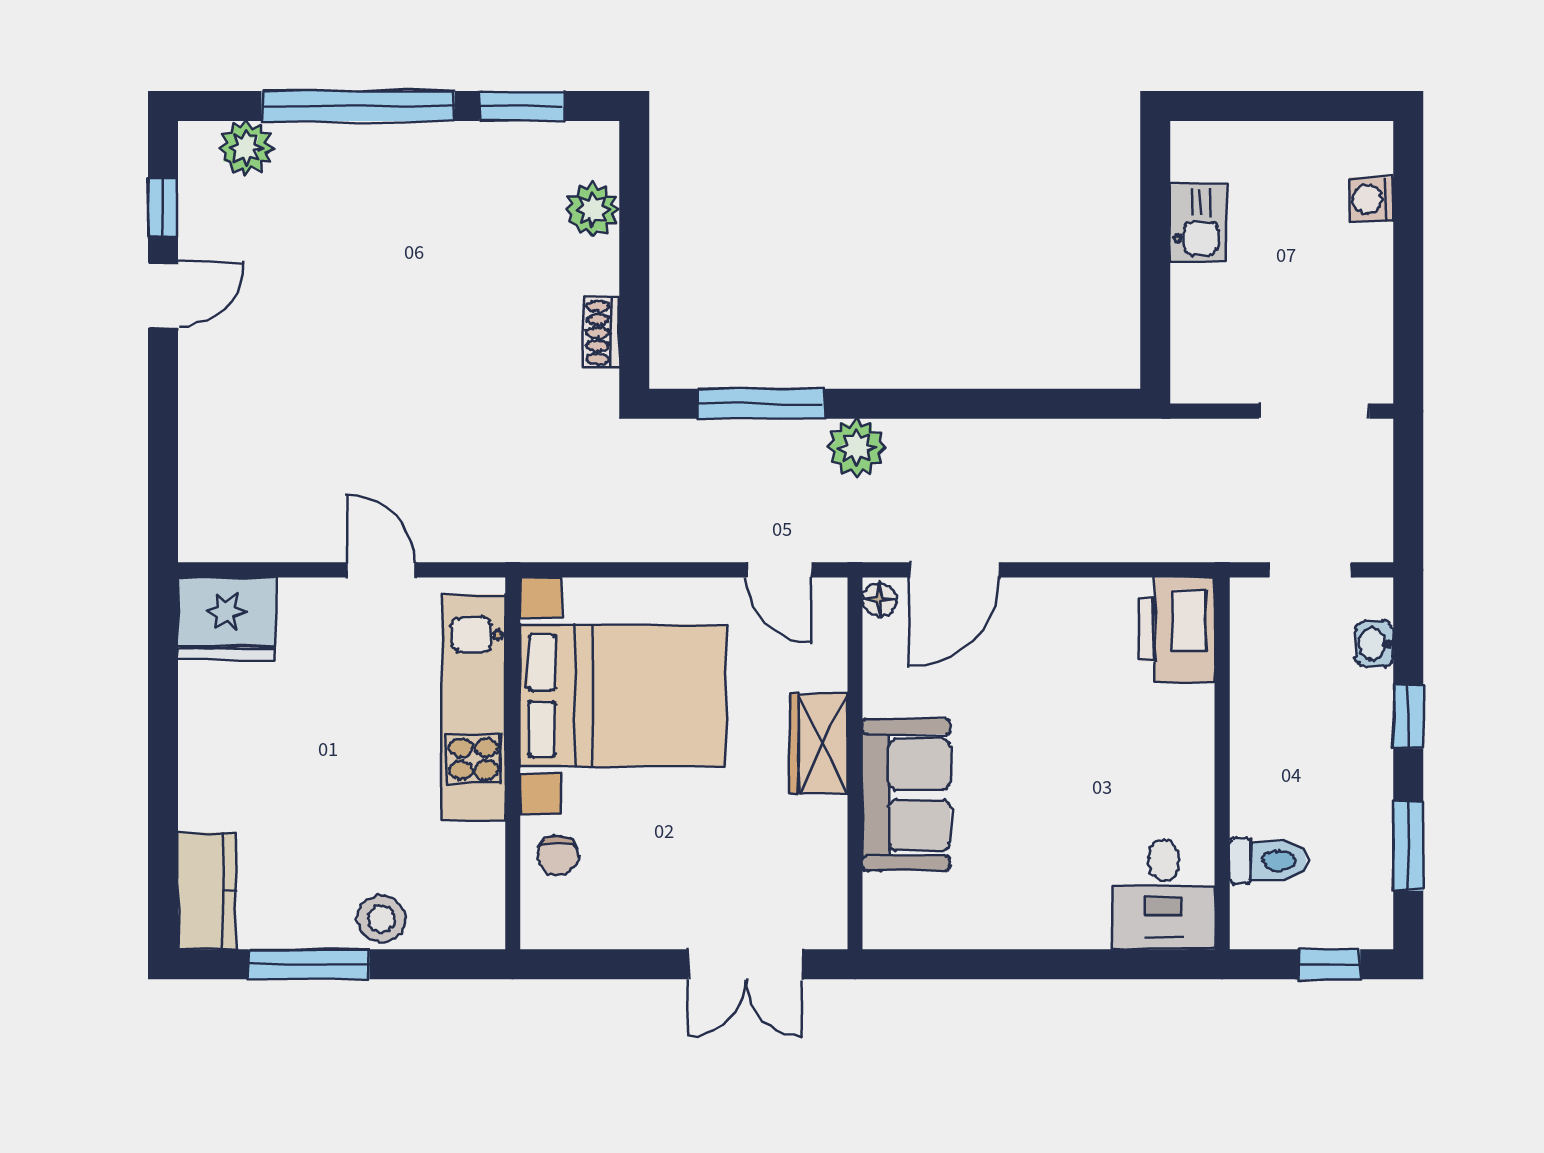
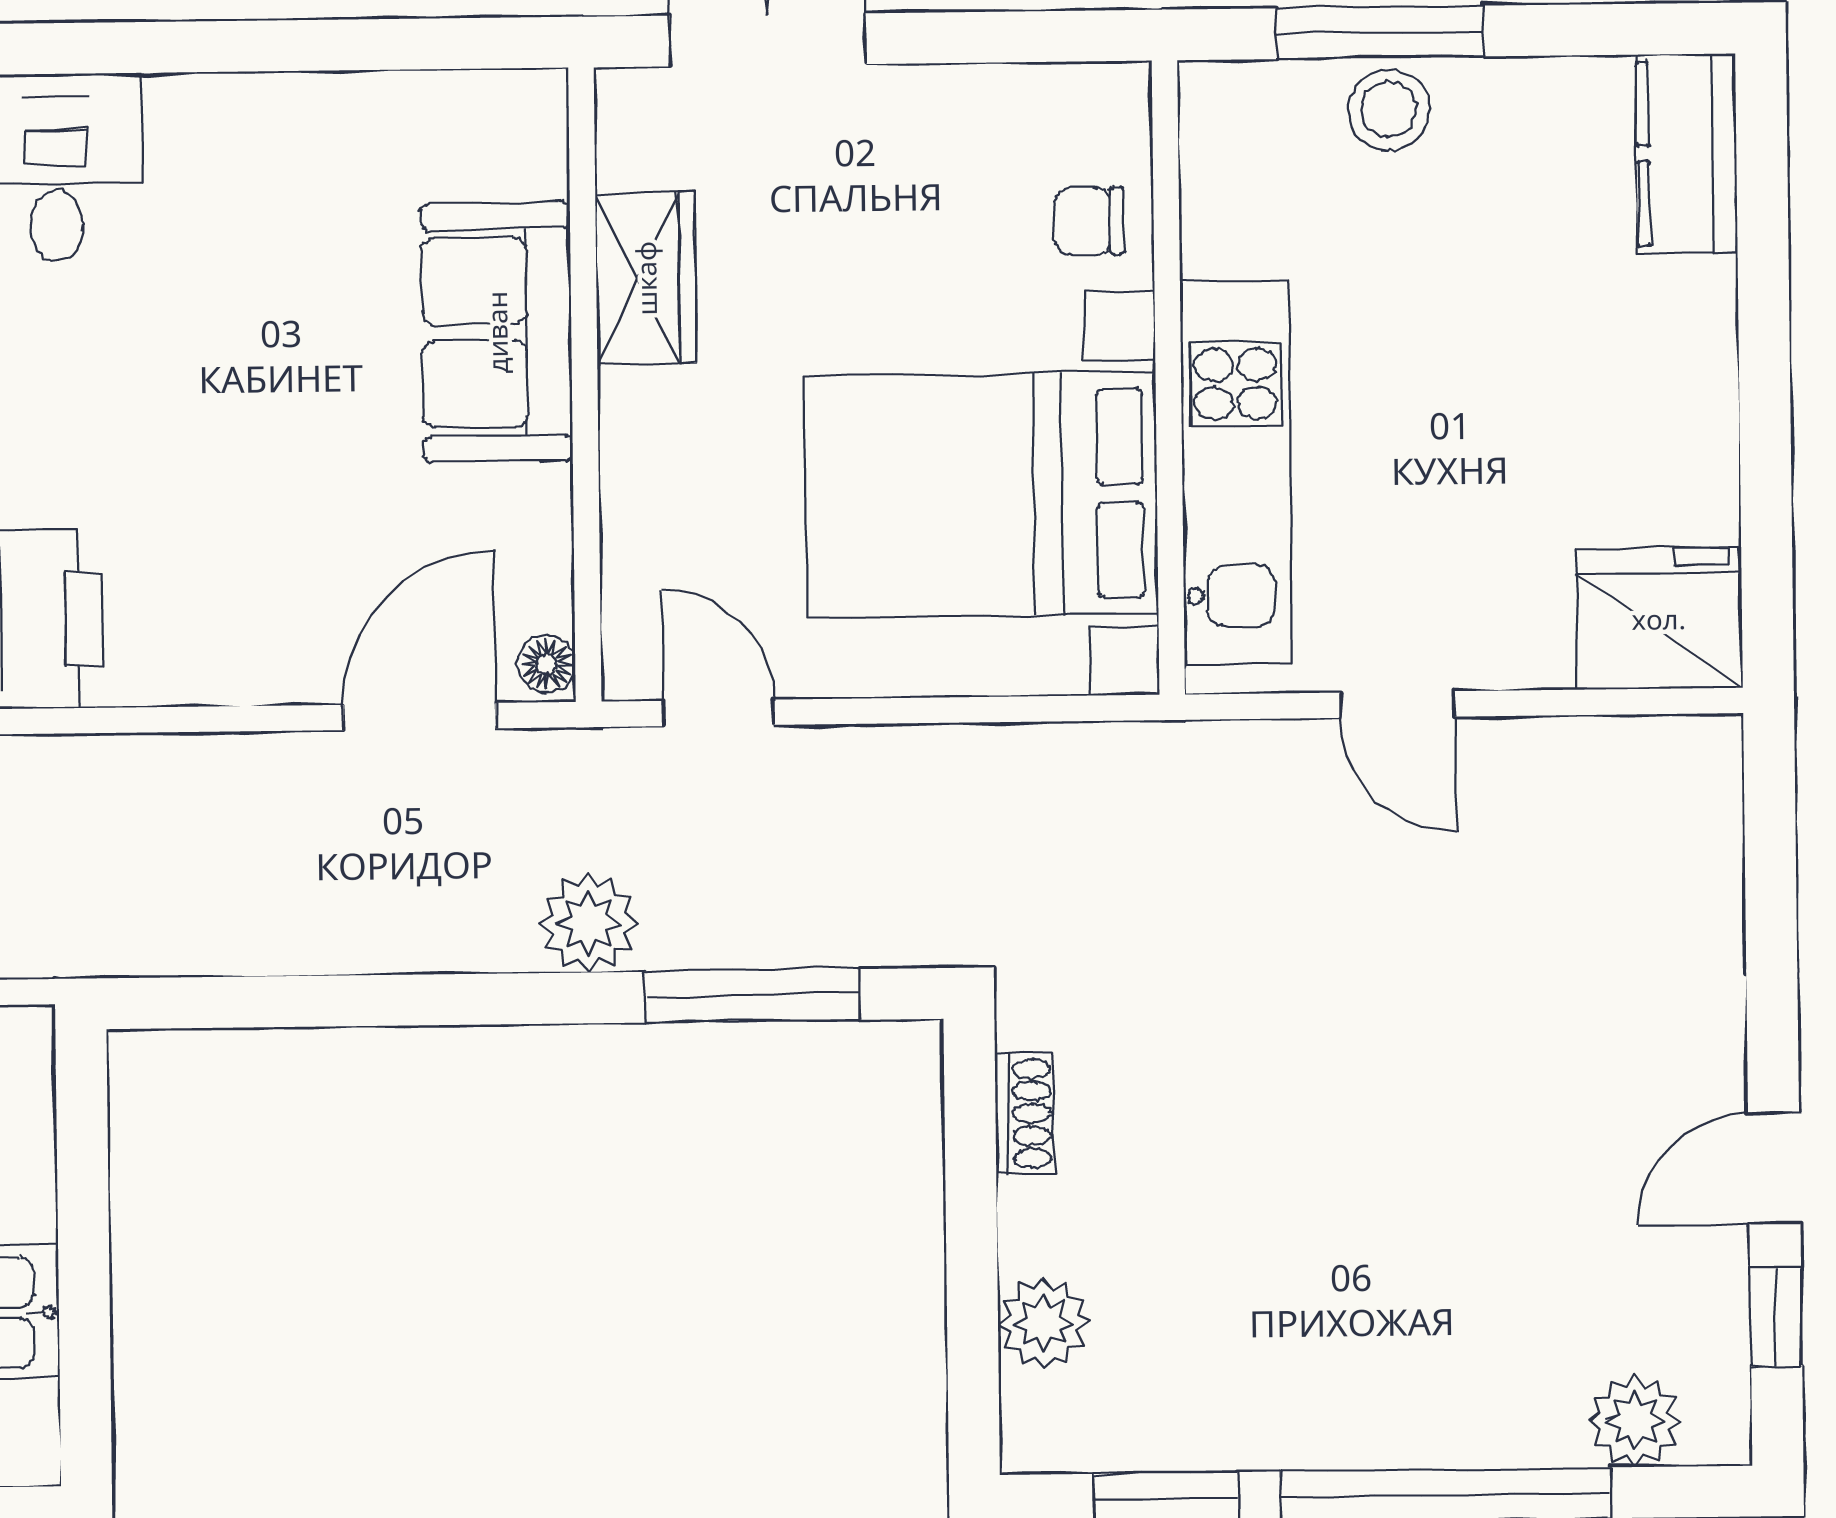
wardrobe: (819, 744) -> (646, 278), moved
chair: (558, 856) -> (1089, 221), turned -90
window: (309, 964) -> (1380, 32), moved

